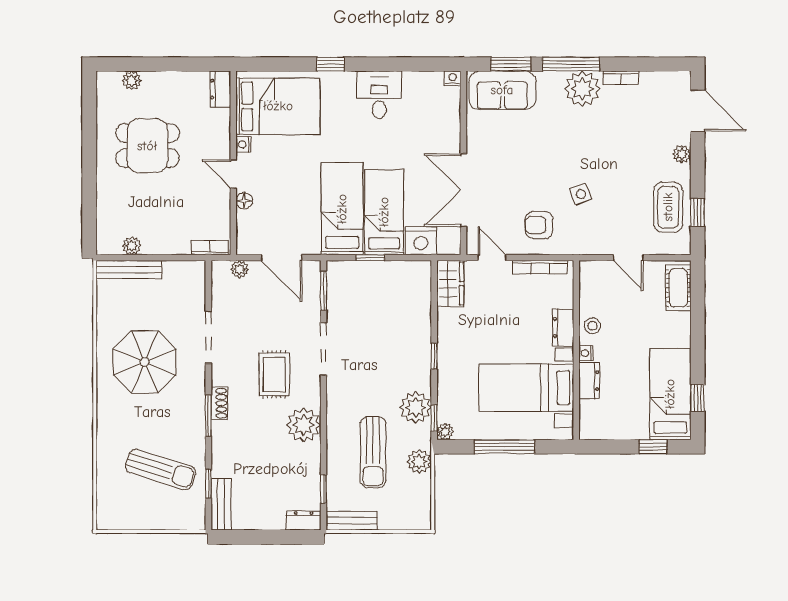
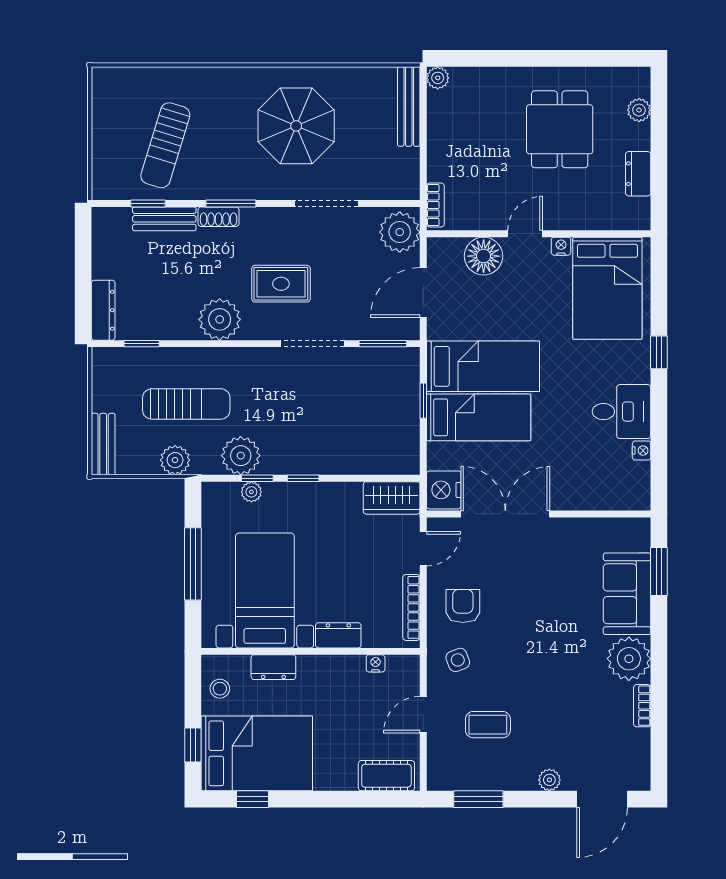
window: (571, 64) -> (659, 645), removed
nightstand: (453, 78) -> (642, 451), moved
dresser: (220, 89) -> (638, 174), moved, turned -90
sofa: (502, 90) -> (627, 594), moved
side table: (581, 194) -> (458, 660), moved
floor lamp: (244, 201) -> (484, 256), width x1.89, depth x1.89
coffee table: (668, 207) -> (488, 725), moved, width x0.73, depth x0.77
window: (698, 212) -> (478, 799), width x1.50
nightstand: (421, 241) -> (444, 490), moved
plant: (132, 246) -> (438, 78), moved
plant: (240, 269) -> (400, 232), width x1.87, depth x1.87
stool: (592, 326) -> (220, 689), moved
nightstand: (586, 353) -> (376, 663), moved
bed: (670, 394) -> (257, 753), width x1.50
shoe rack: (219, 403) -> (219, 217), moved
window: (434, 418) -> (257, 478), moved
plant: (445, 432) -> (251, 492), moved
sun lounger: (373, 452) -> (186, 404), turned 180
bench: (221, 504) -> (164, 219), moved
dresser: (304, 521) -> (103, 310), width x1.44
bench: (352, 521) -> (103, 444), moved

